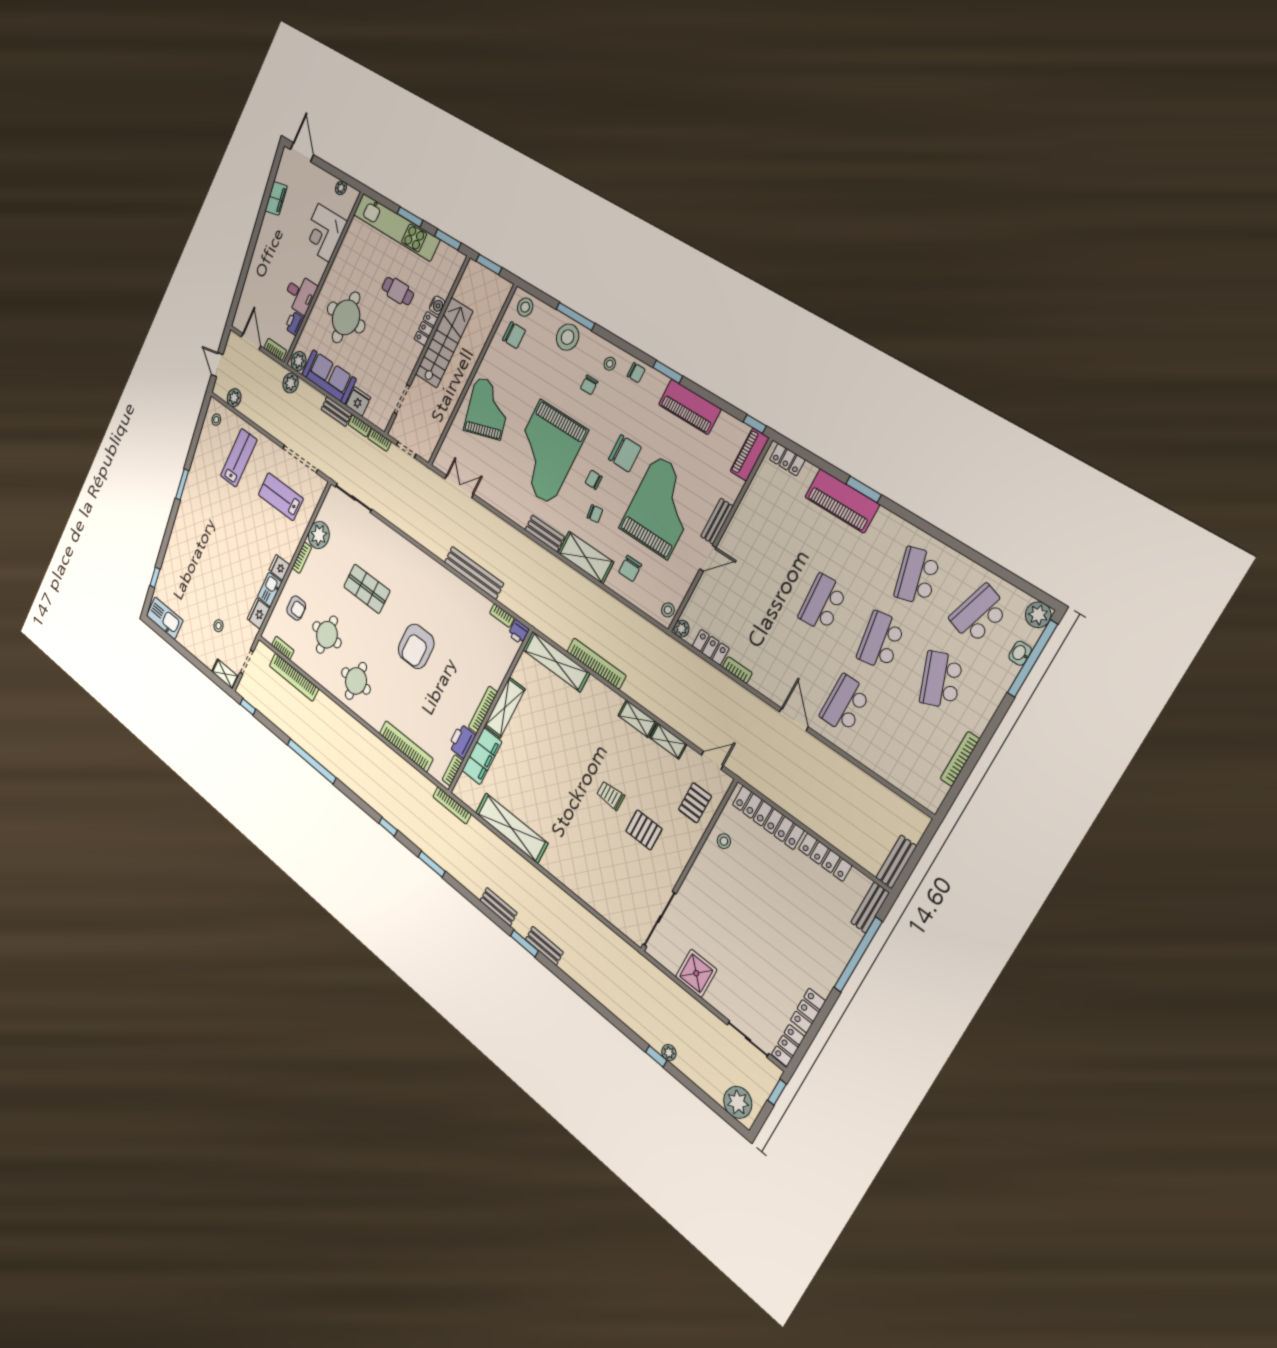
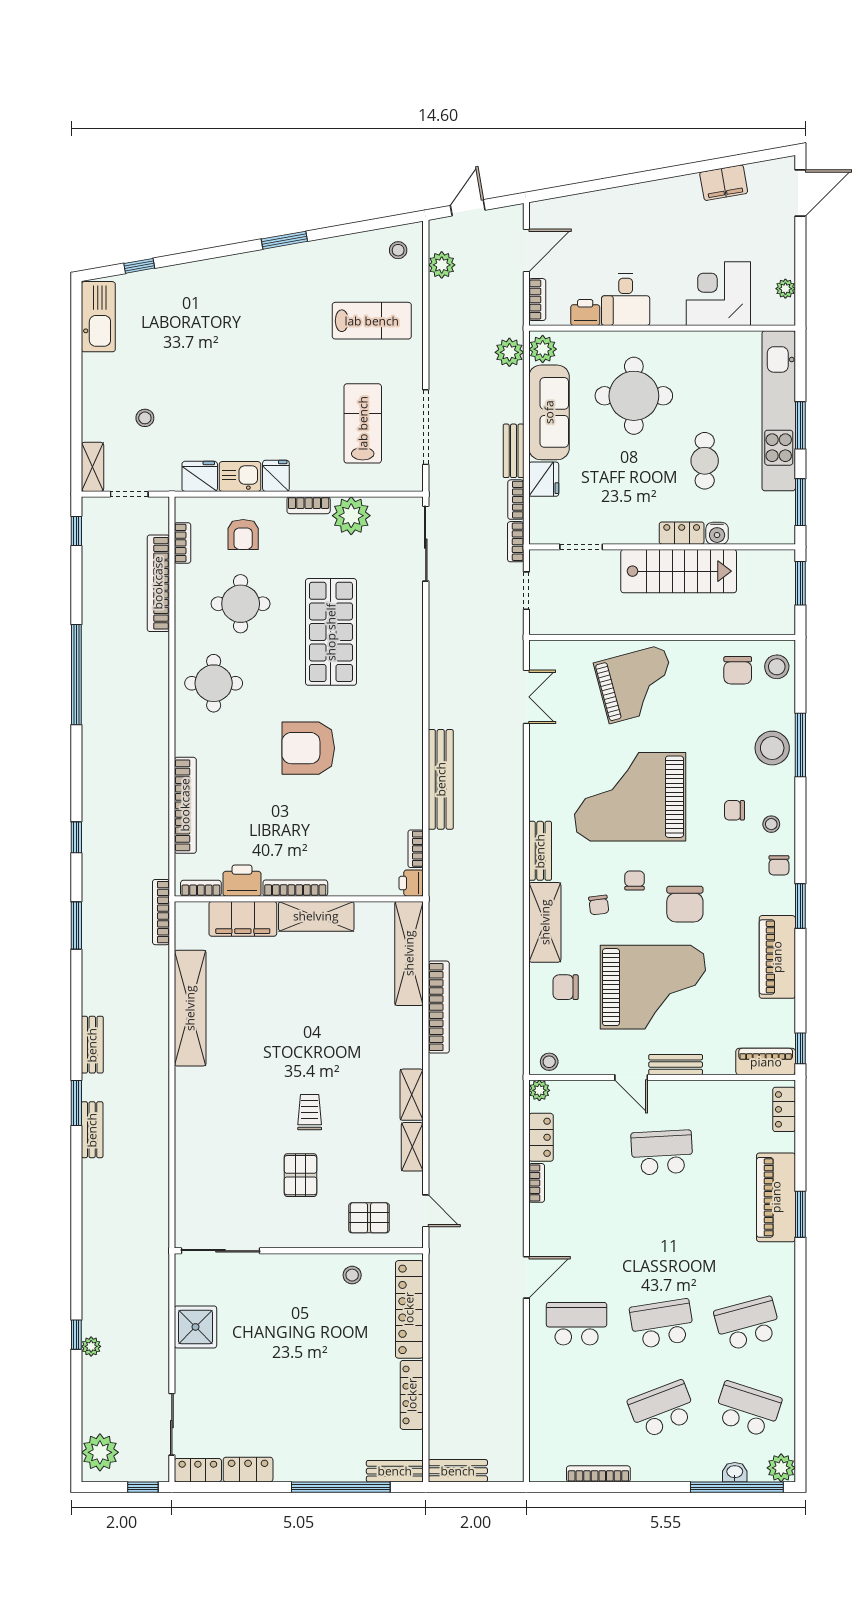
shop shelf: (367, 589) -> (331, 632), width x1.43, depth x1.36
school desk: (823, 603) -> (662, 1153), moved

